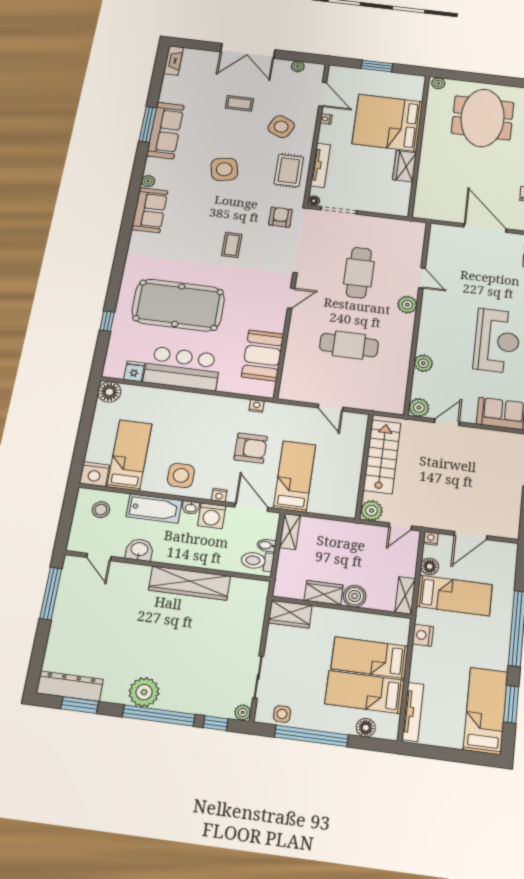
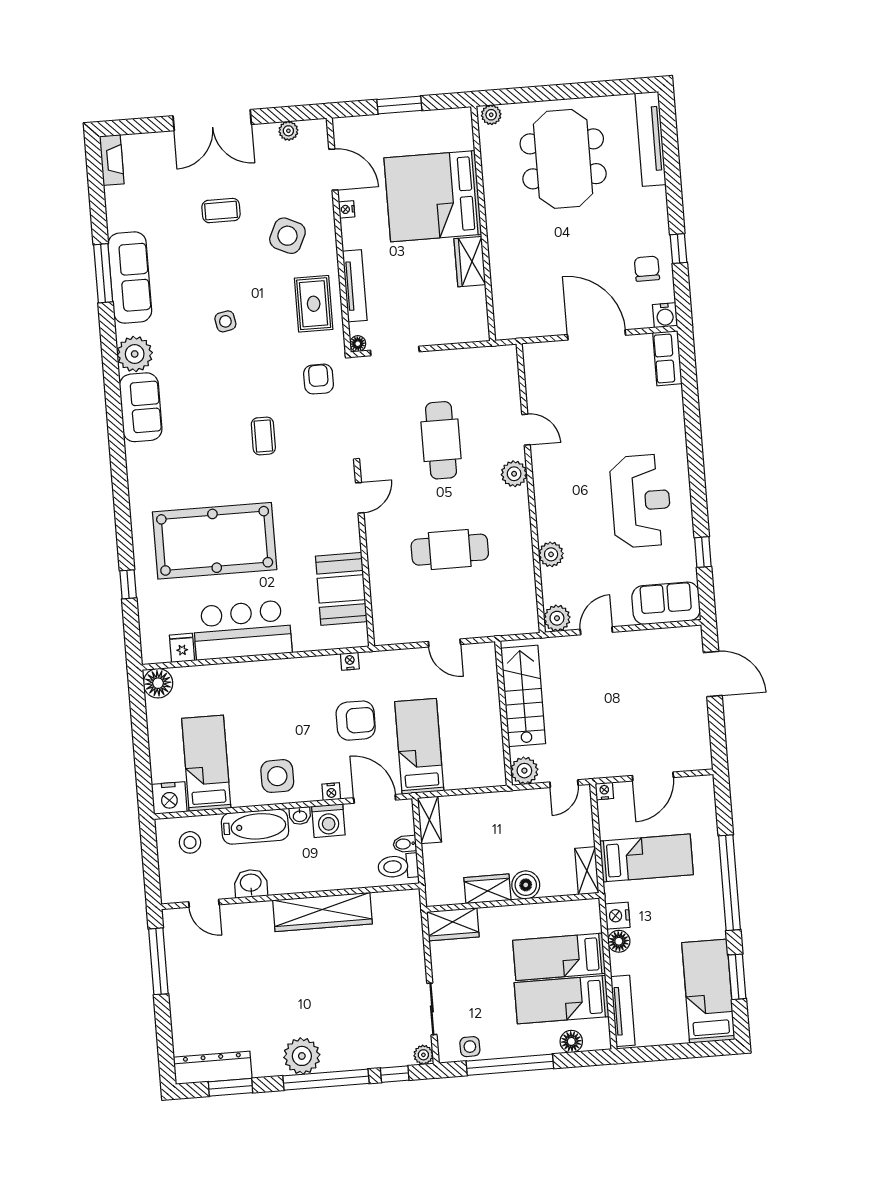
side table: (224, 169) -> (225, 321), width x0.54, depth x0.54
plant: (148, 181) -> (135, 354), width x1.87, depth x1.87
floor lamp: (430, 566) -> (619, 941), moved

